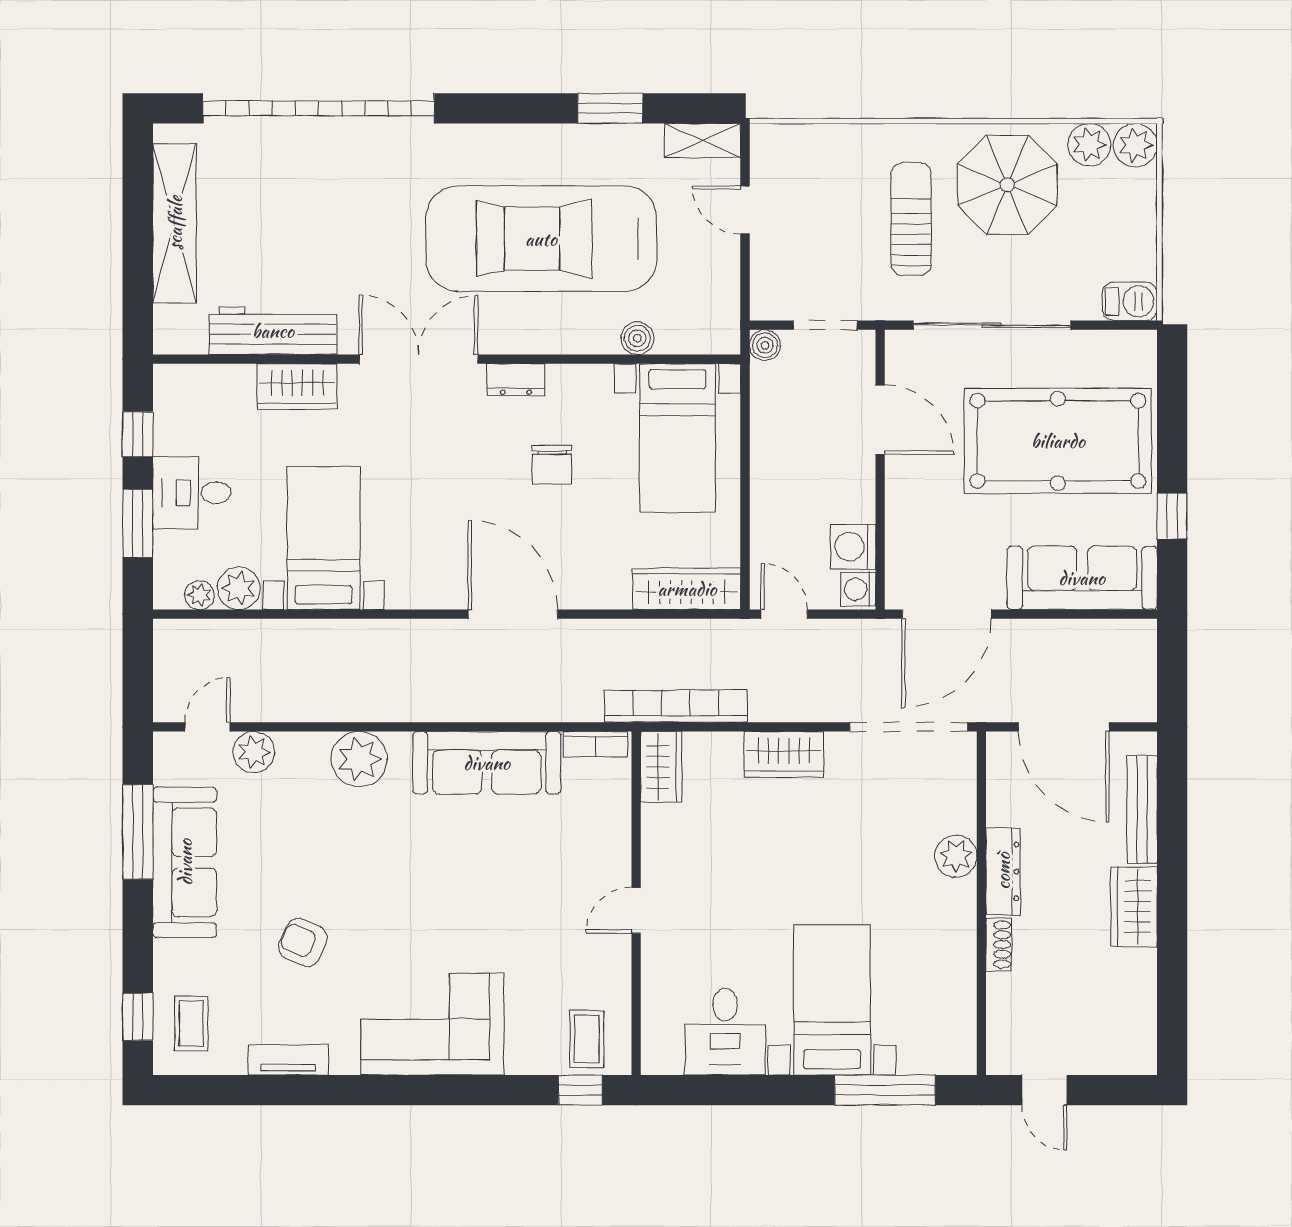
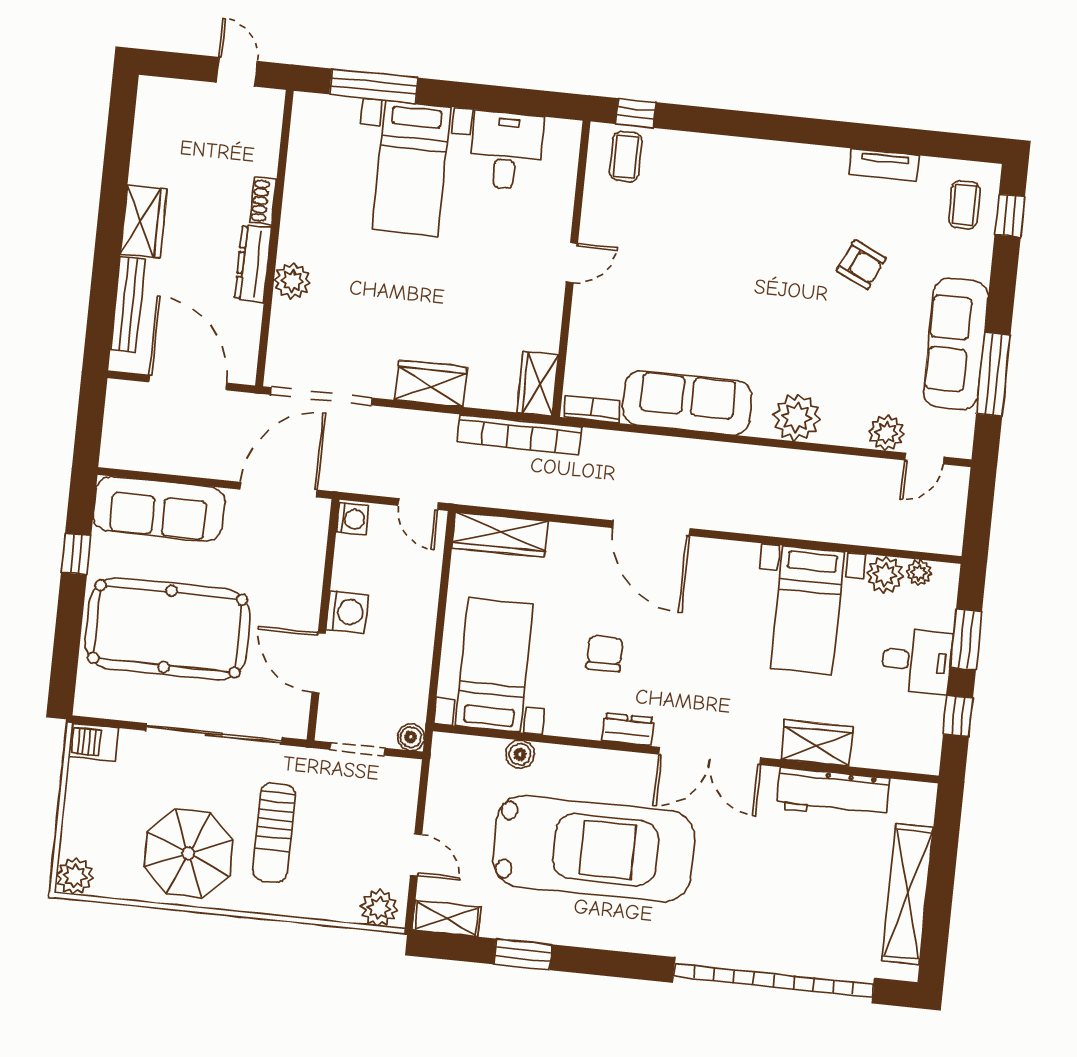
plant: (1089, 145) -> (379, 908), moved
washing machine: (853, 547) -> (347, 612), moved
corner sofa: (432, 1024) -> (757, 183), removed

